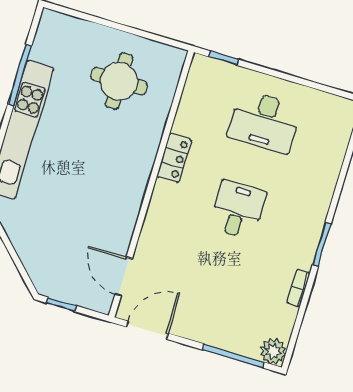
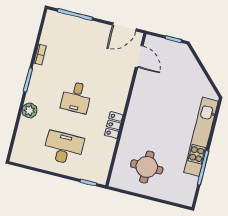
plant: (273, 351) -> (29, 110), moved

